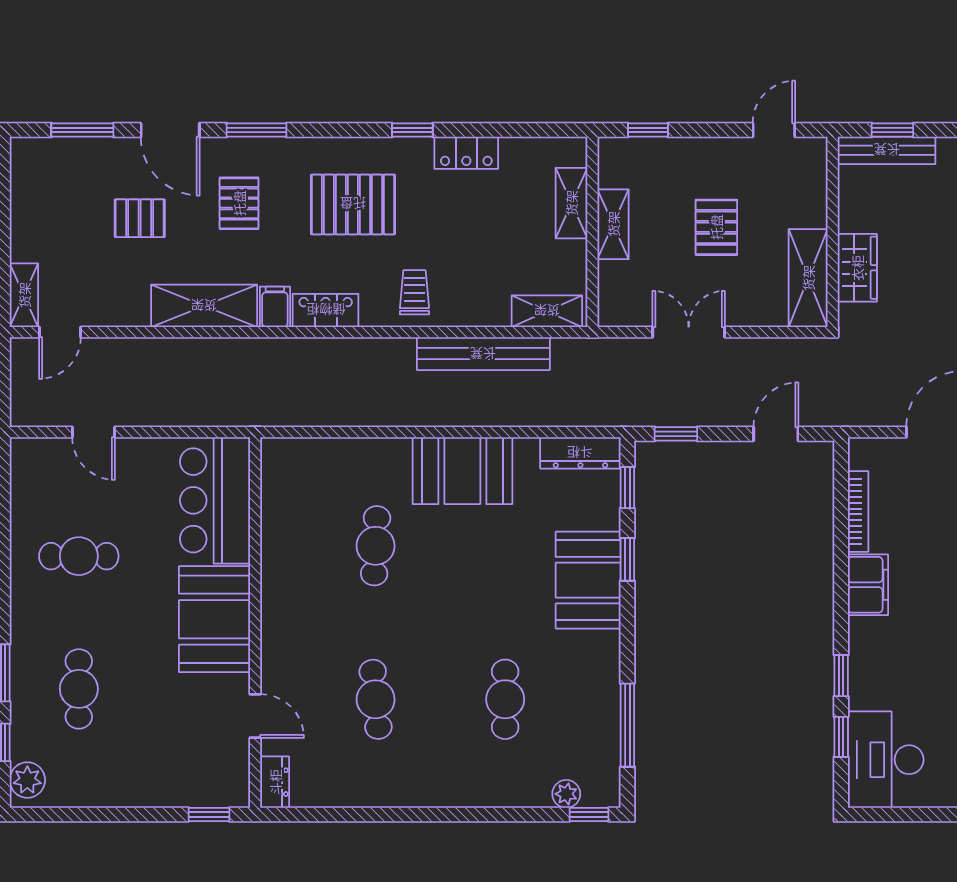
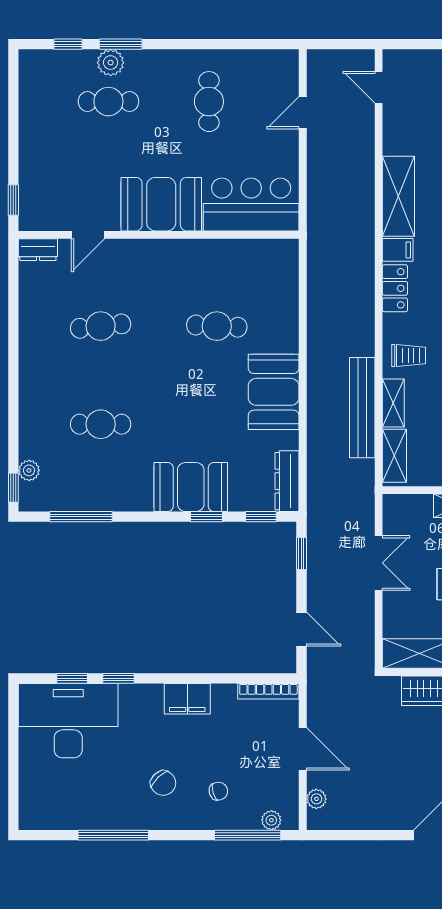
shelving: (24, 295) -> (393, 403), moved, turned 90
bookcase: (858, 511) -> (268, 691), moved
desk: (886, 760) -> (68, 721), width x1.36, depth x1.30
plant: (27, 780) -> (111, 63), moved

